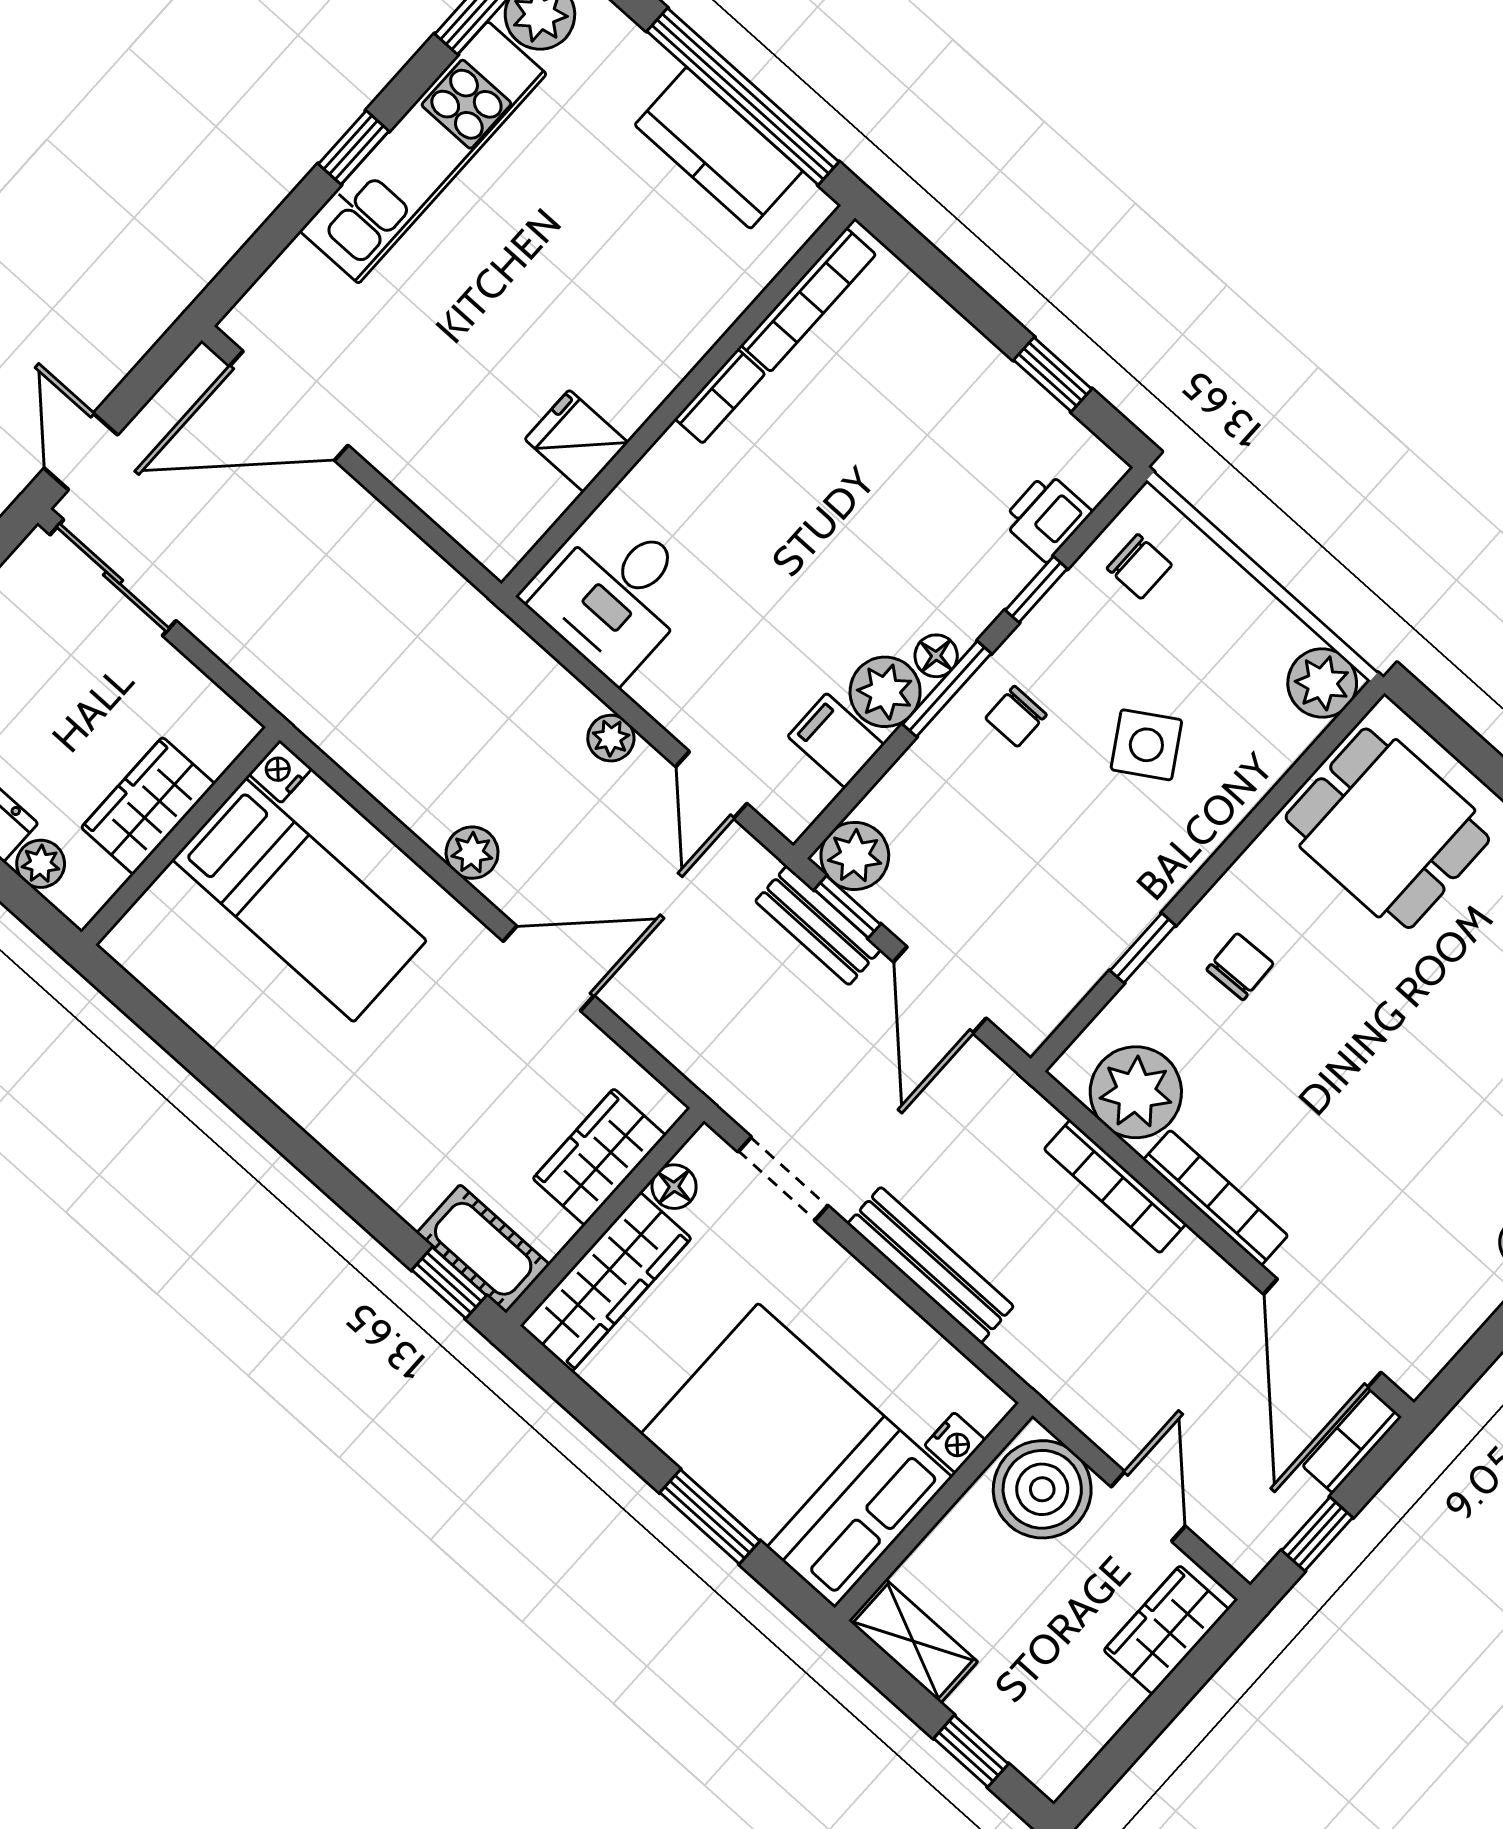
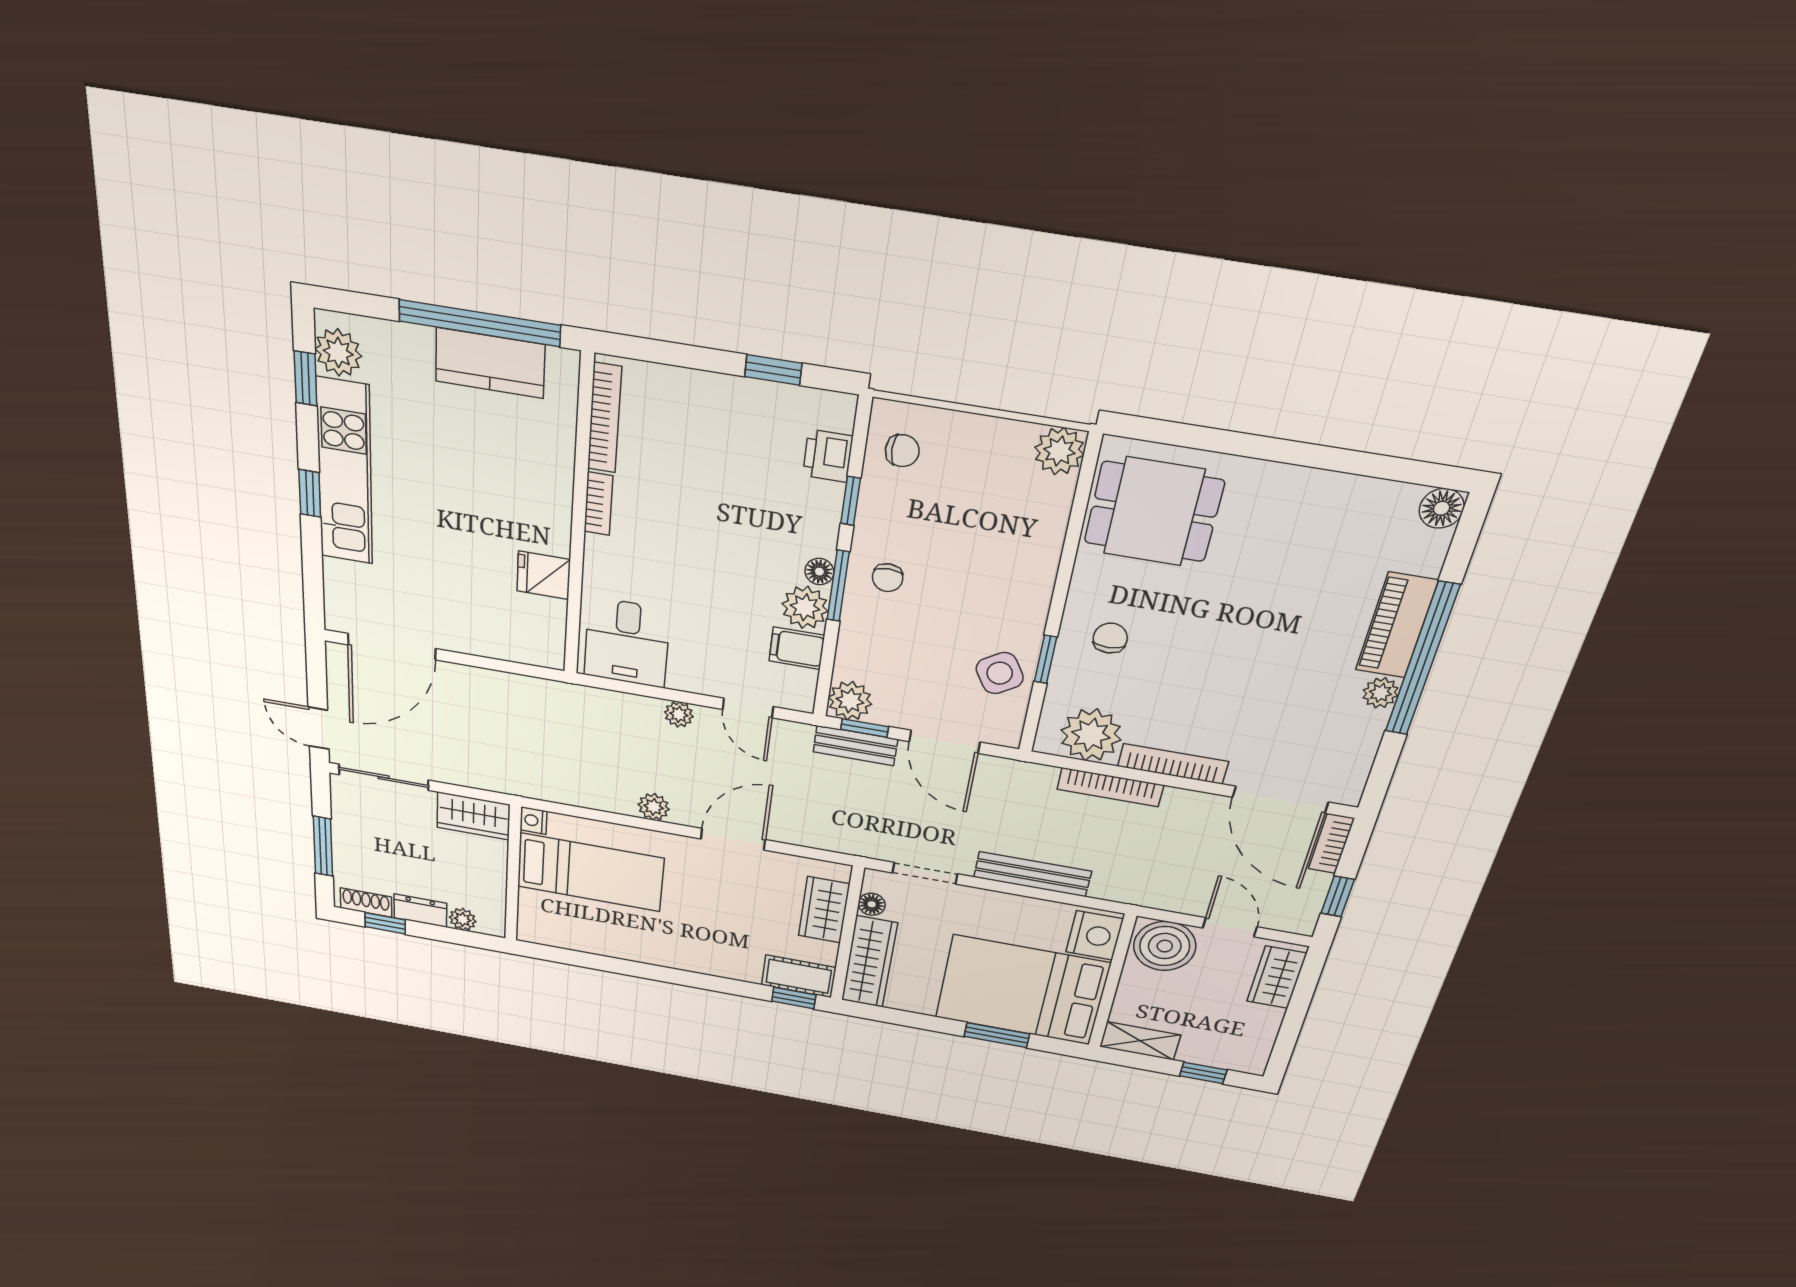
side table: (1146, 745) -> (1000, 673), moved
wardrobe: (148, 806) -> (473, 816), moved, turned -90
nightstand: (955, 1443) -> (1095, 935), width x1.89, depth x1.79

